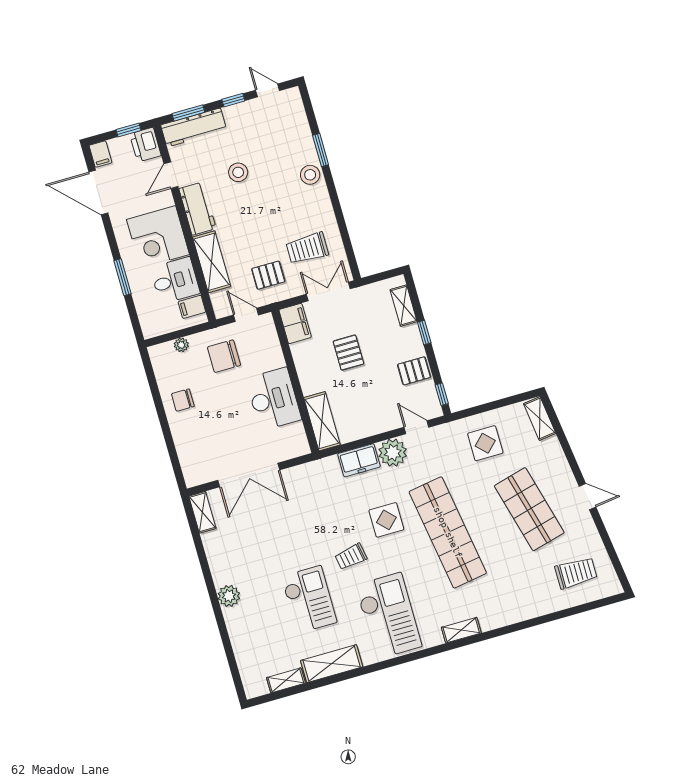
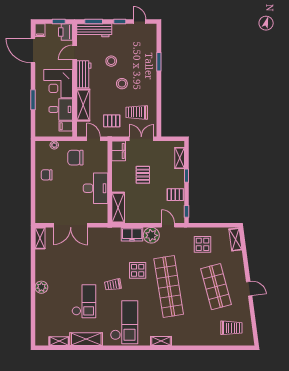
stool: (310, 175) -> (122, 84), moved

